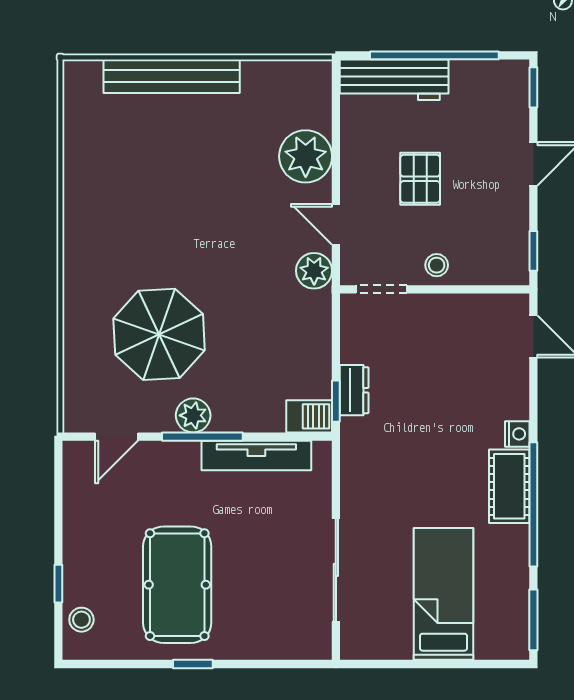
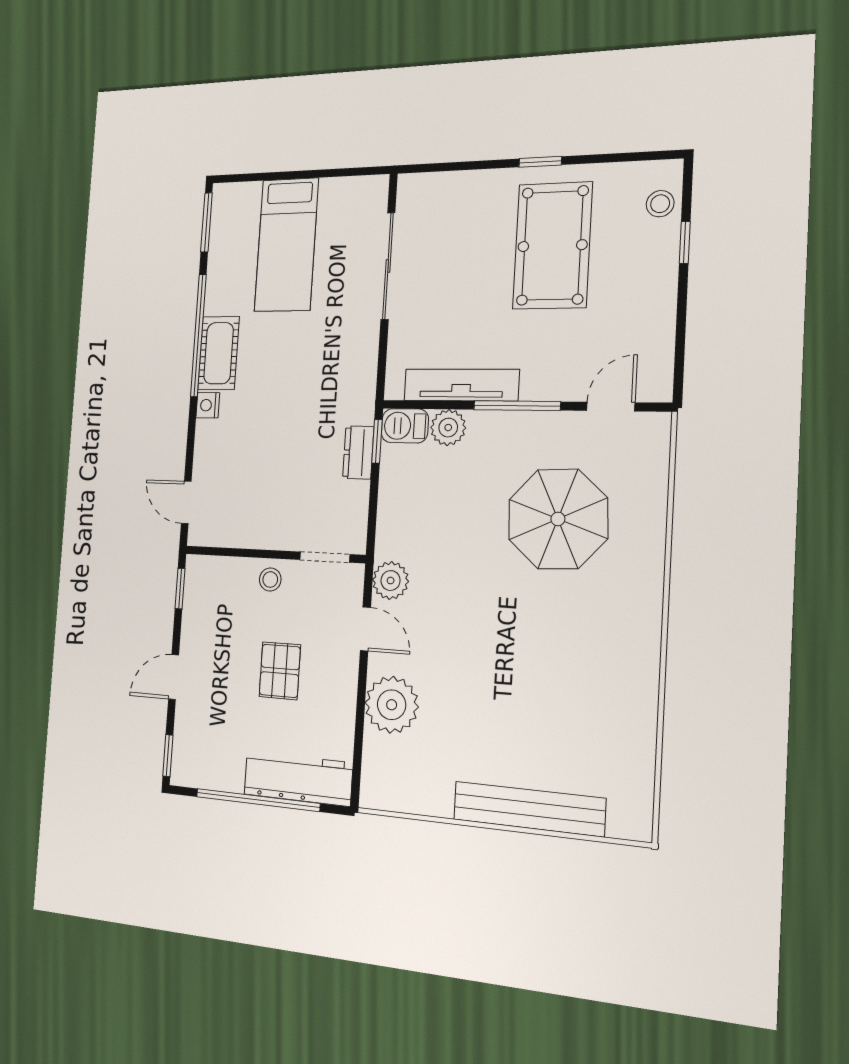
plant: (193, 415) -> (448, 428), moved

